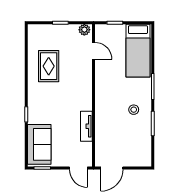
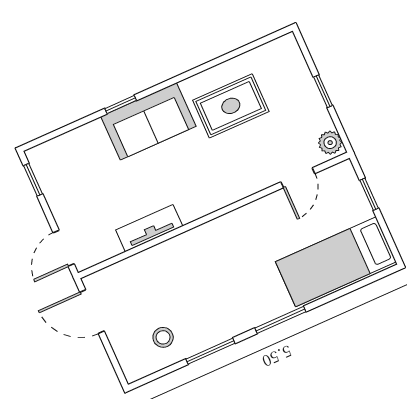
stool: (134, 110) -> (163, 337), moved
sofa: (39, 144) -> (148, 121), moved

